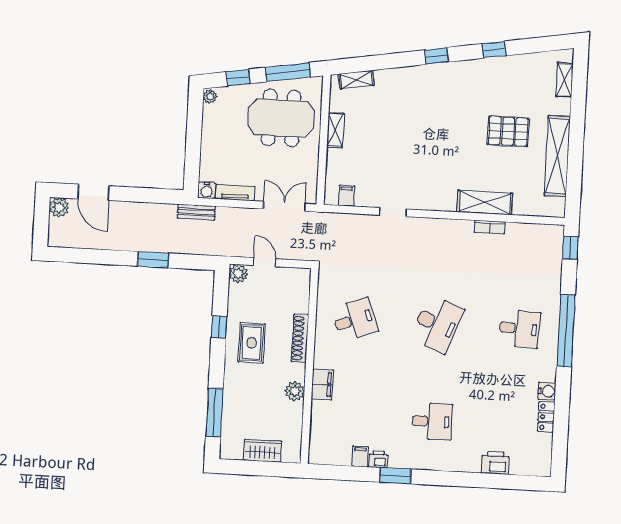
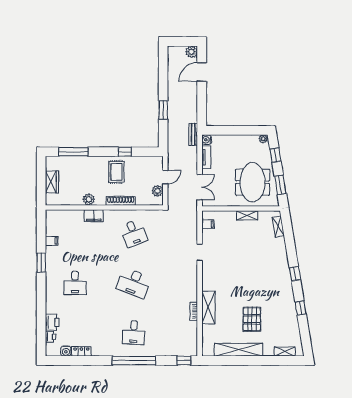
window: (288, 72) -> (280, 185), width x0.69
plant: (238, 274) -> (158, 191), moved
rug: (252, 343) -> (116, 172), turned 90
water cooler: (547, 391) -> (66, 351), moved
printer: (378, 459) -> (50, 337), moved

